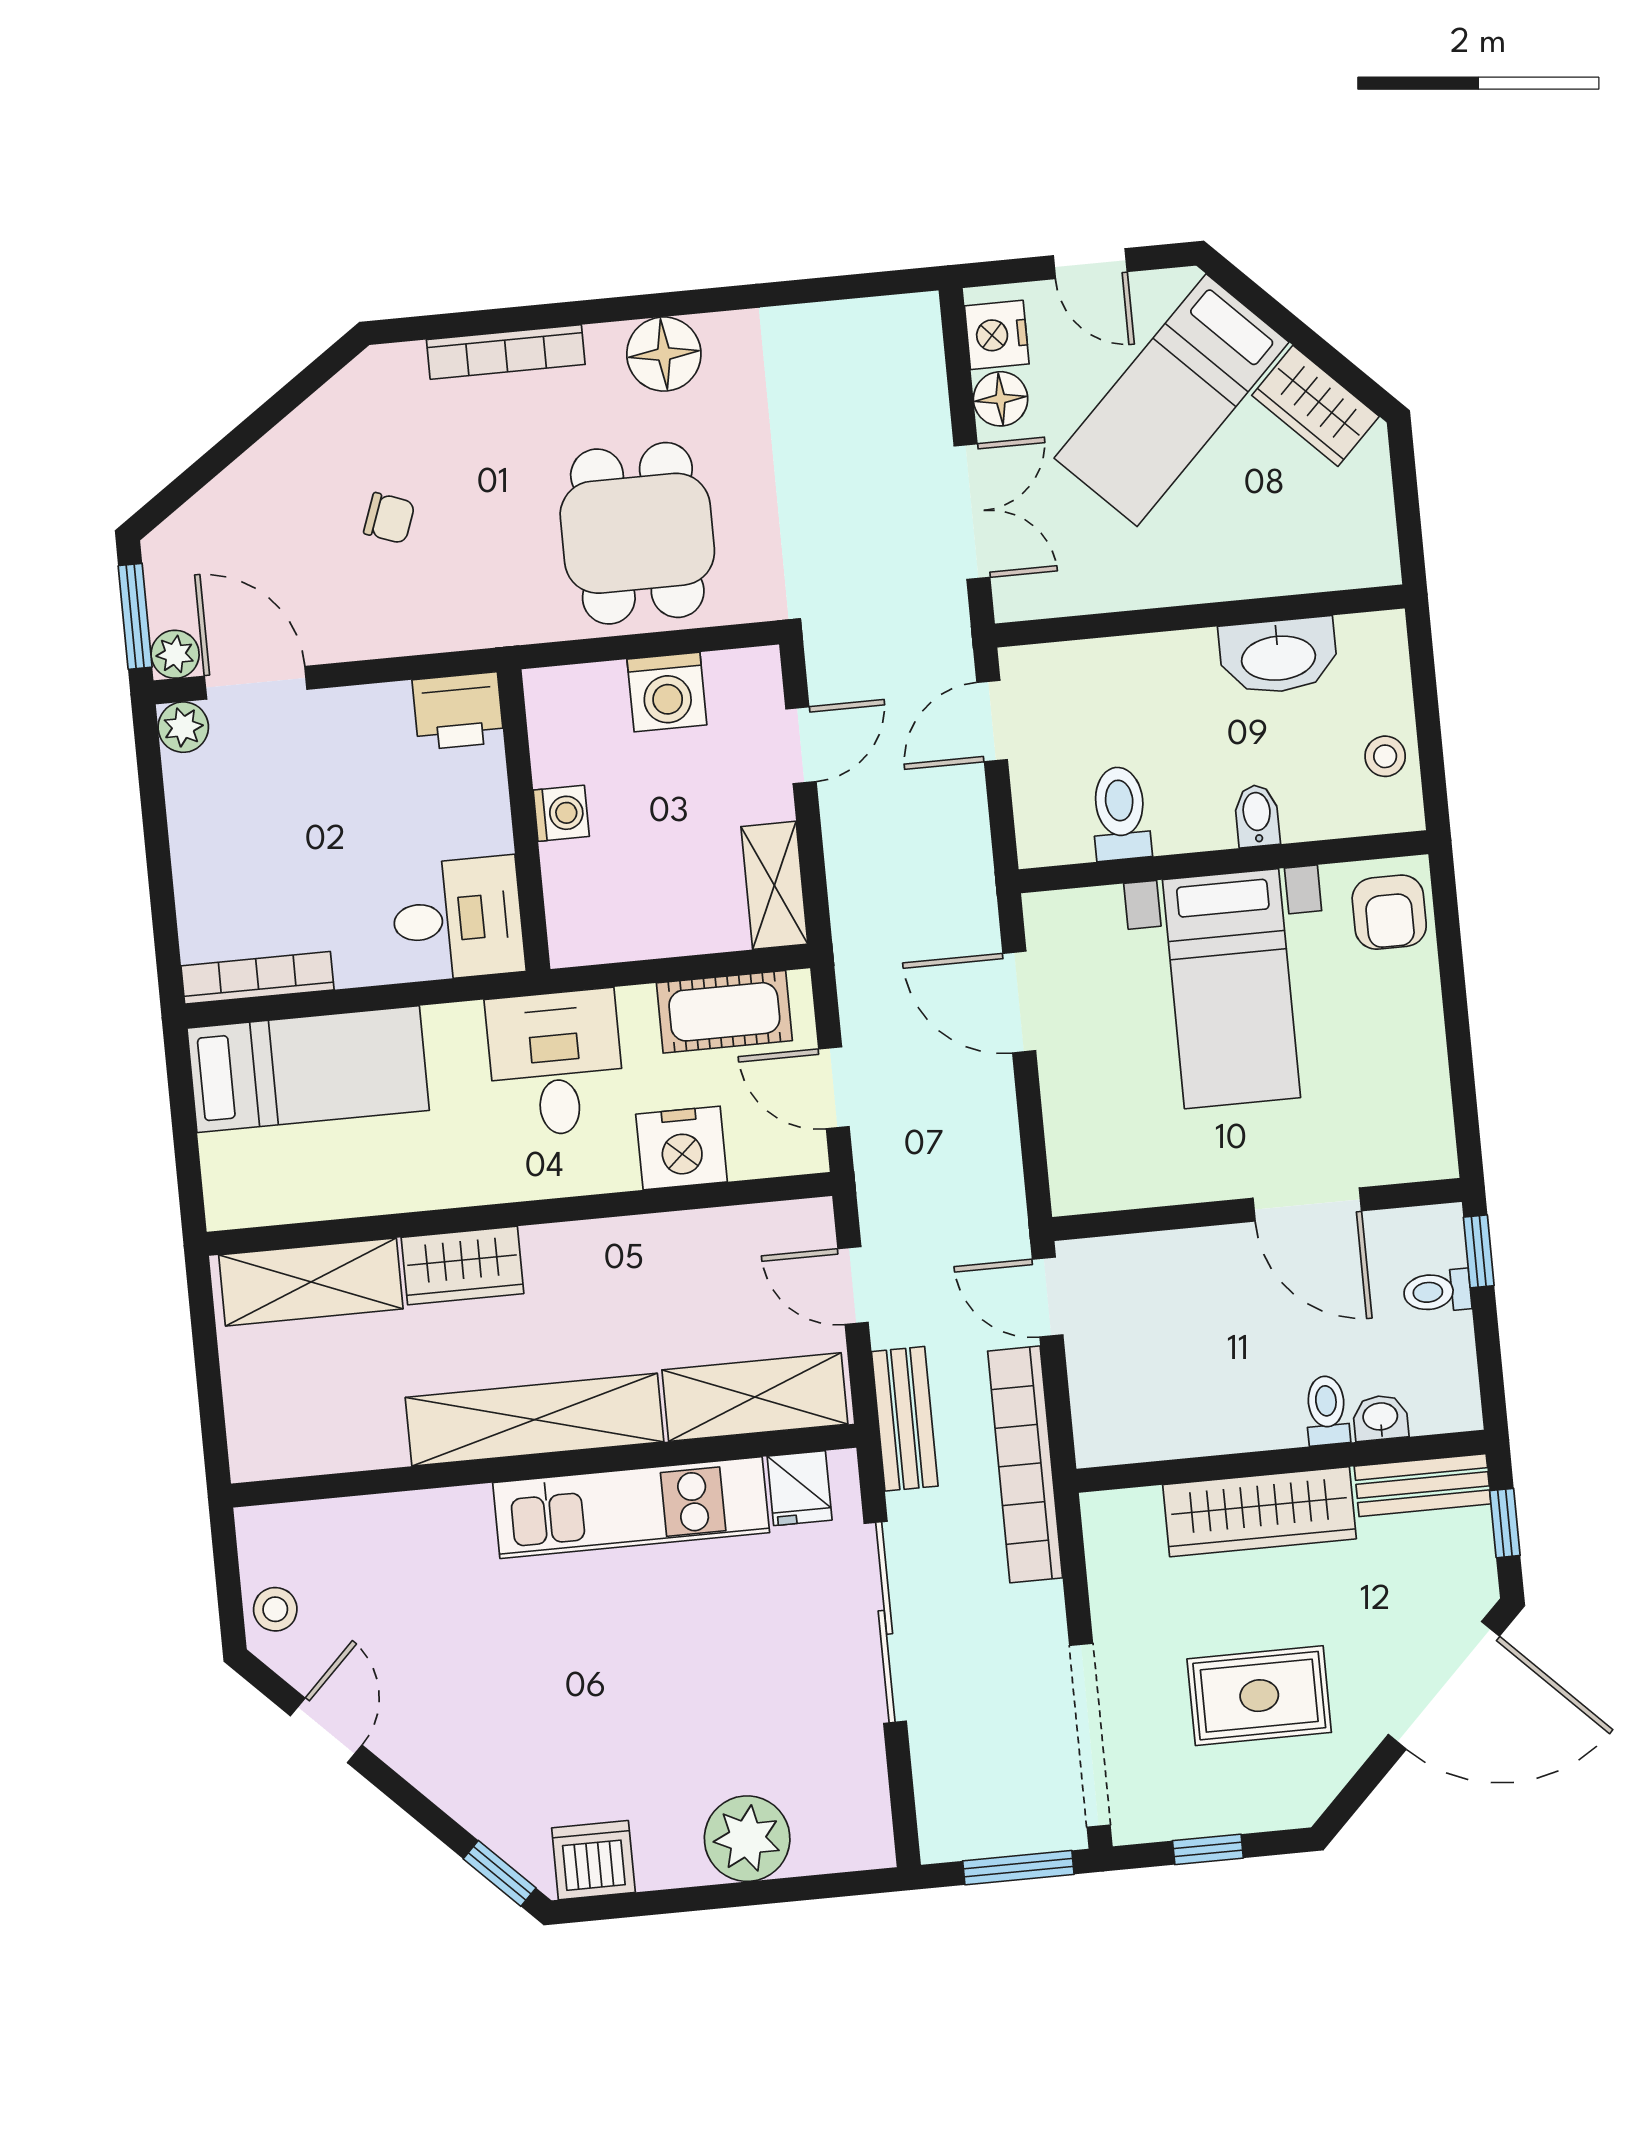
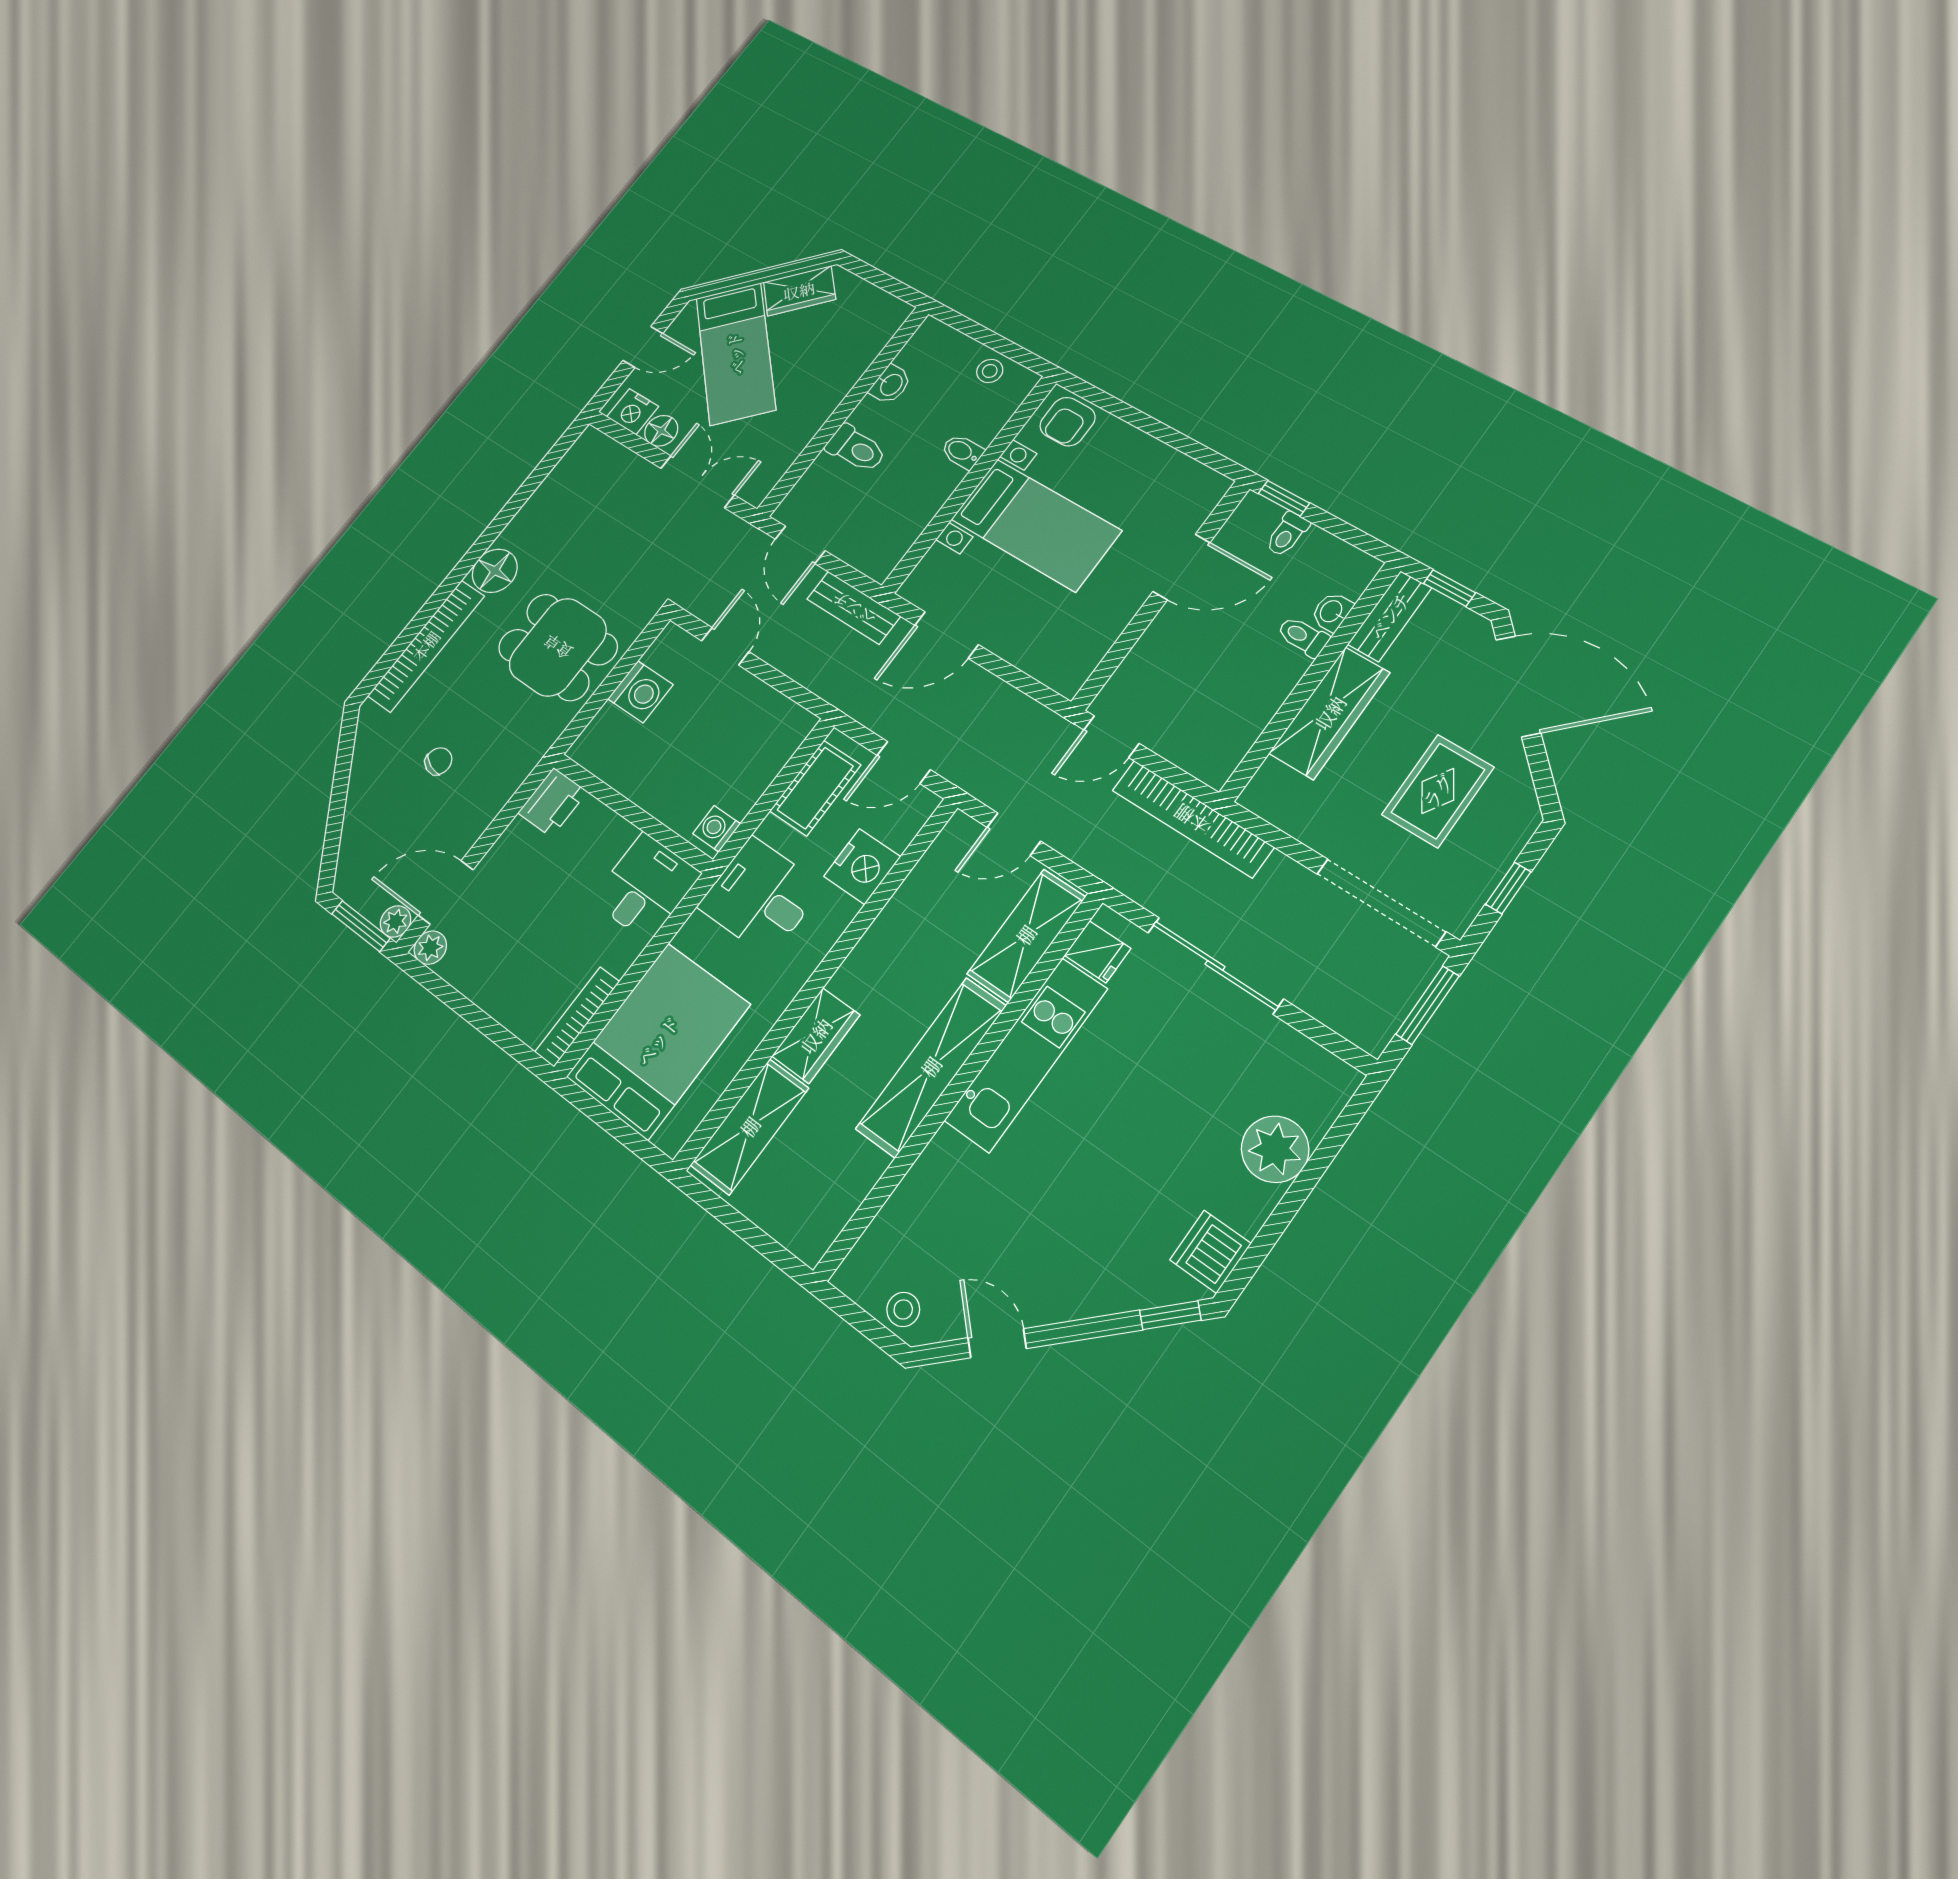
bookcase: (506, 352) -> (426, 646), width x1.48, depth x1.31
washbasin: (1278, 656) -> (891, 384), width x0.52, depth x0.69
washing machine: (561, 813) -> (717, 829), moved, turned -90
toilet: (1120, 813) -> (856, 449), moved, turned 180
shelving: (774, 885) -> (778, 713), removed
armchair: (1389, 912) -> (1068, 422), turned 90
bed: (308, 1069) -> (658, 1041), width x1.50
bench: (905, 1419) -> (854, 608), moved
door: (1444, 1685) -> (1518, 686), hinge flipped

